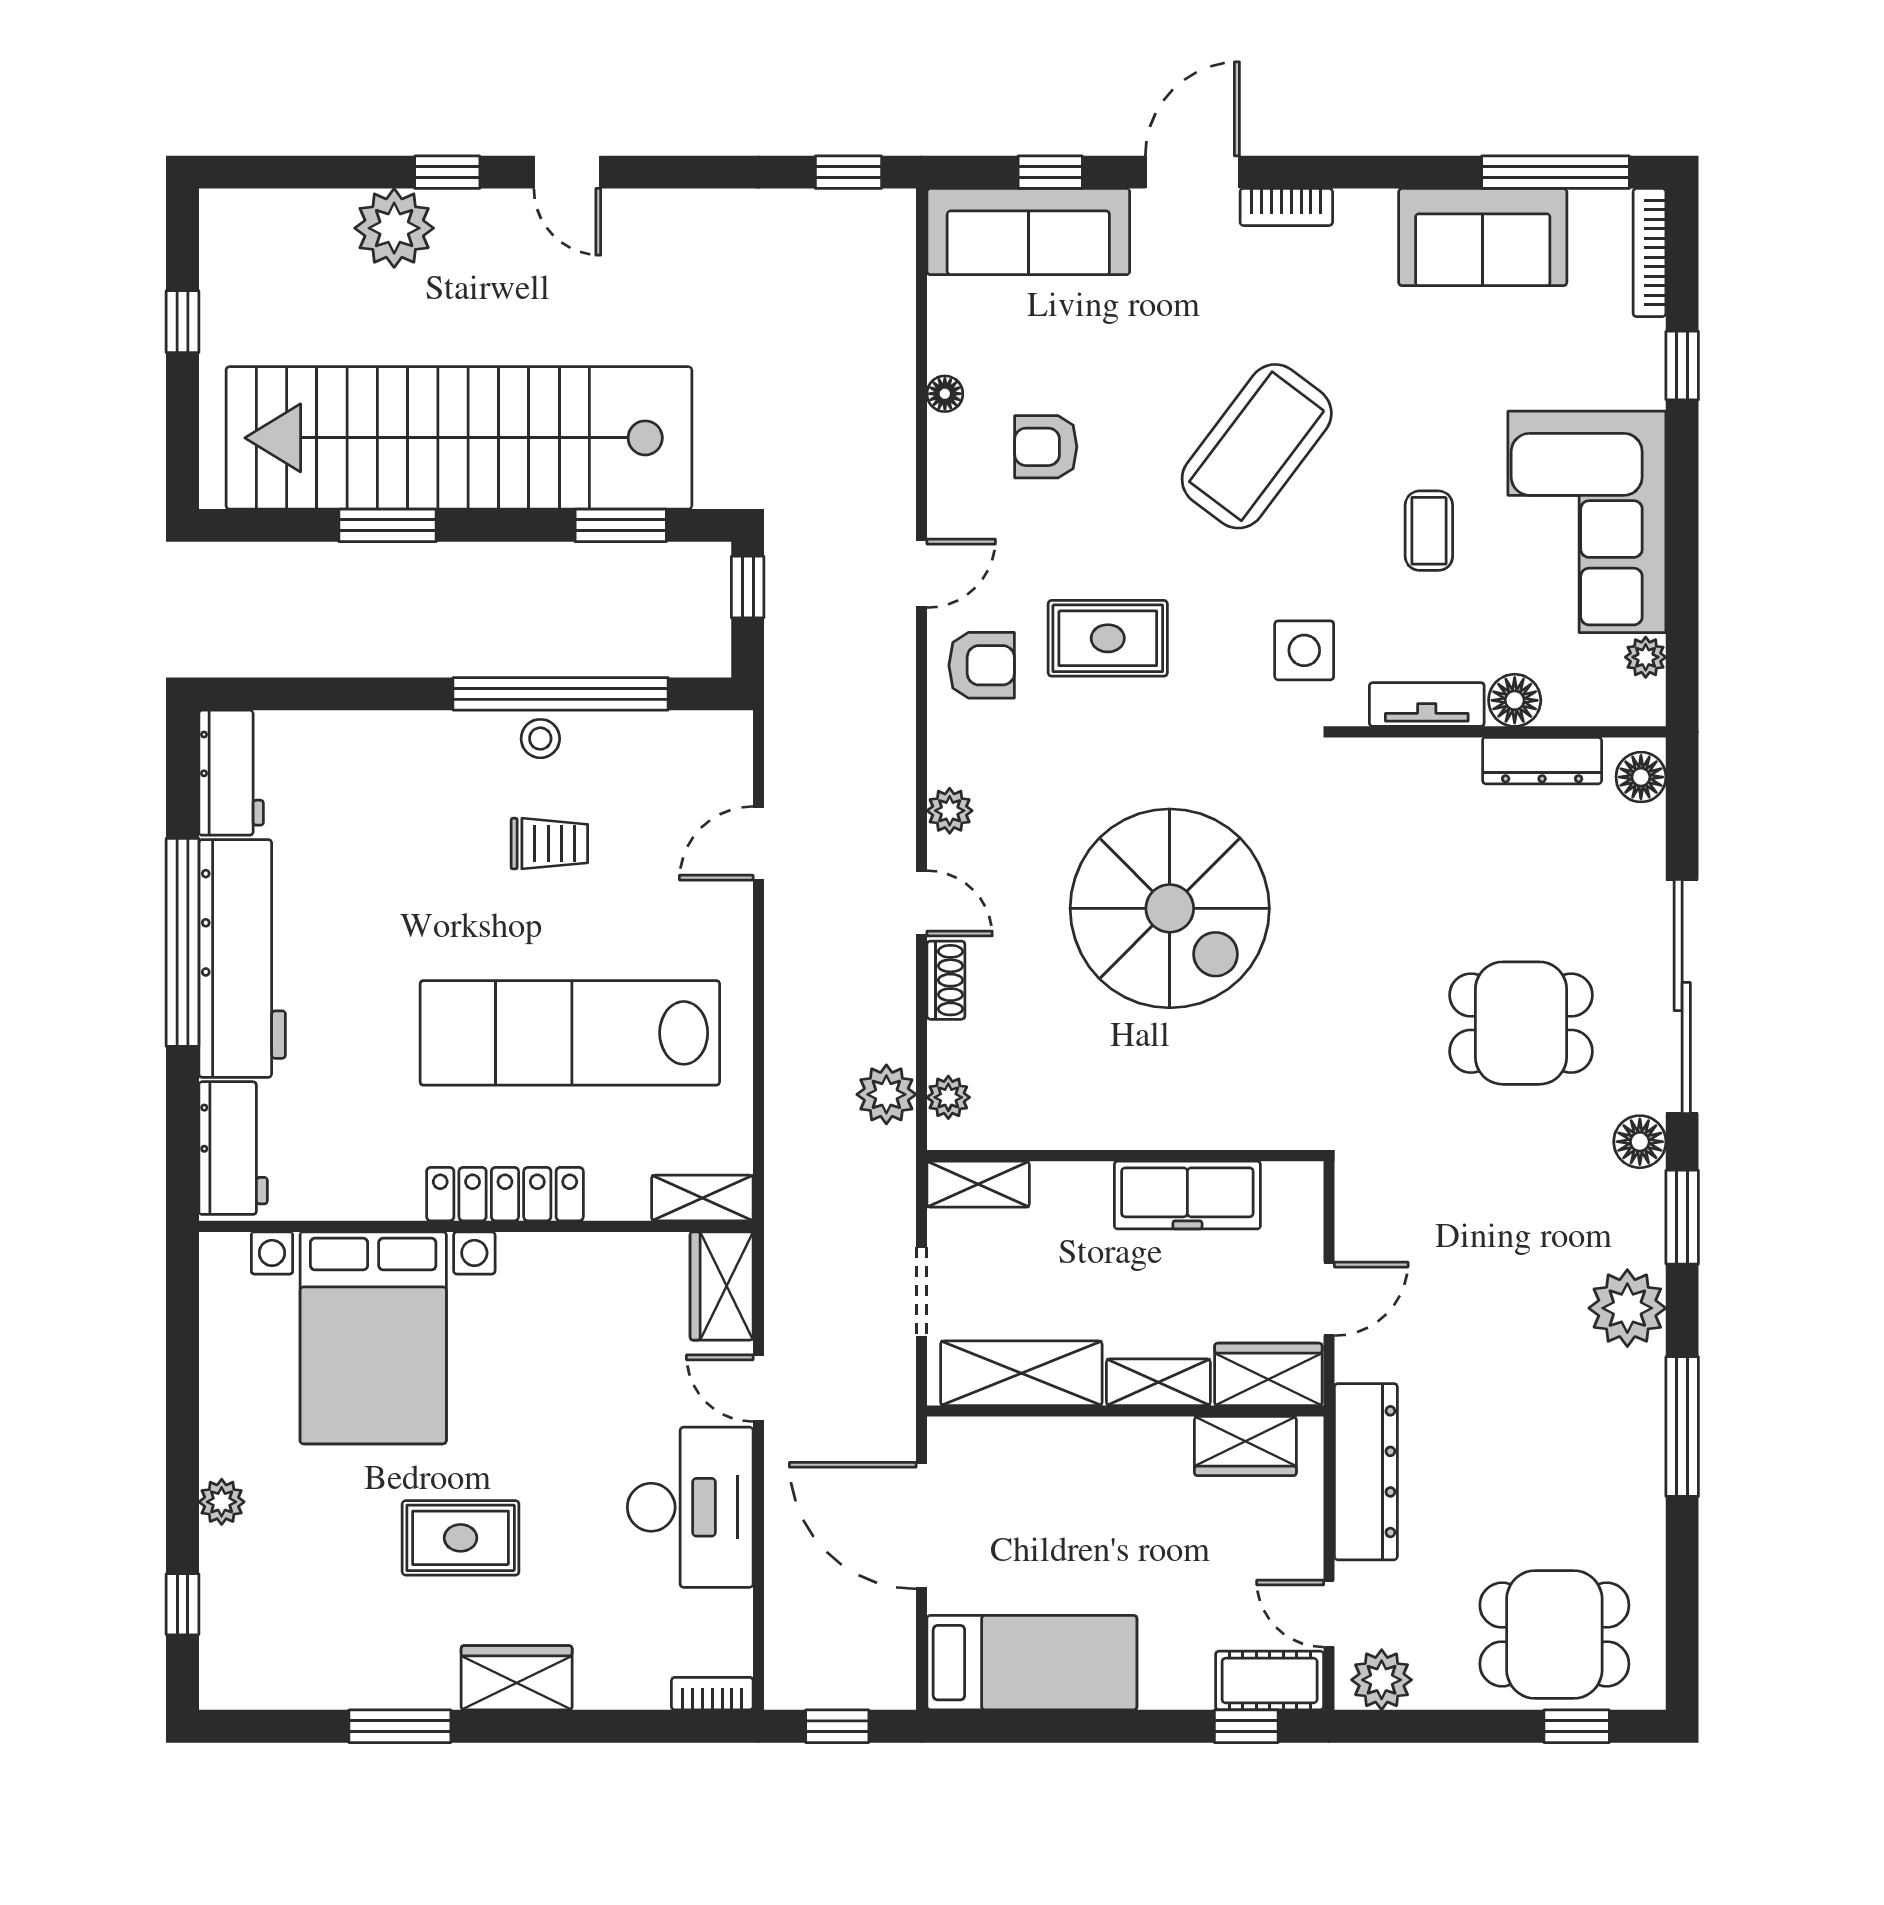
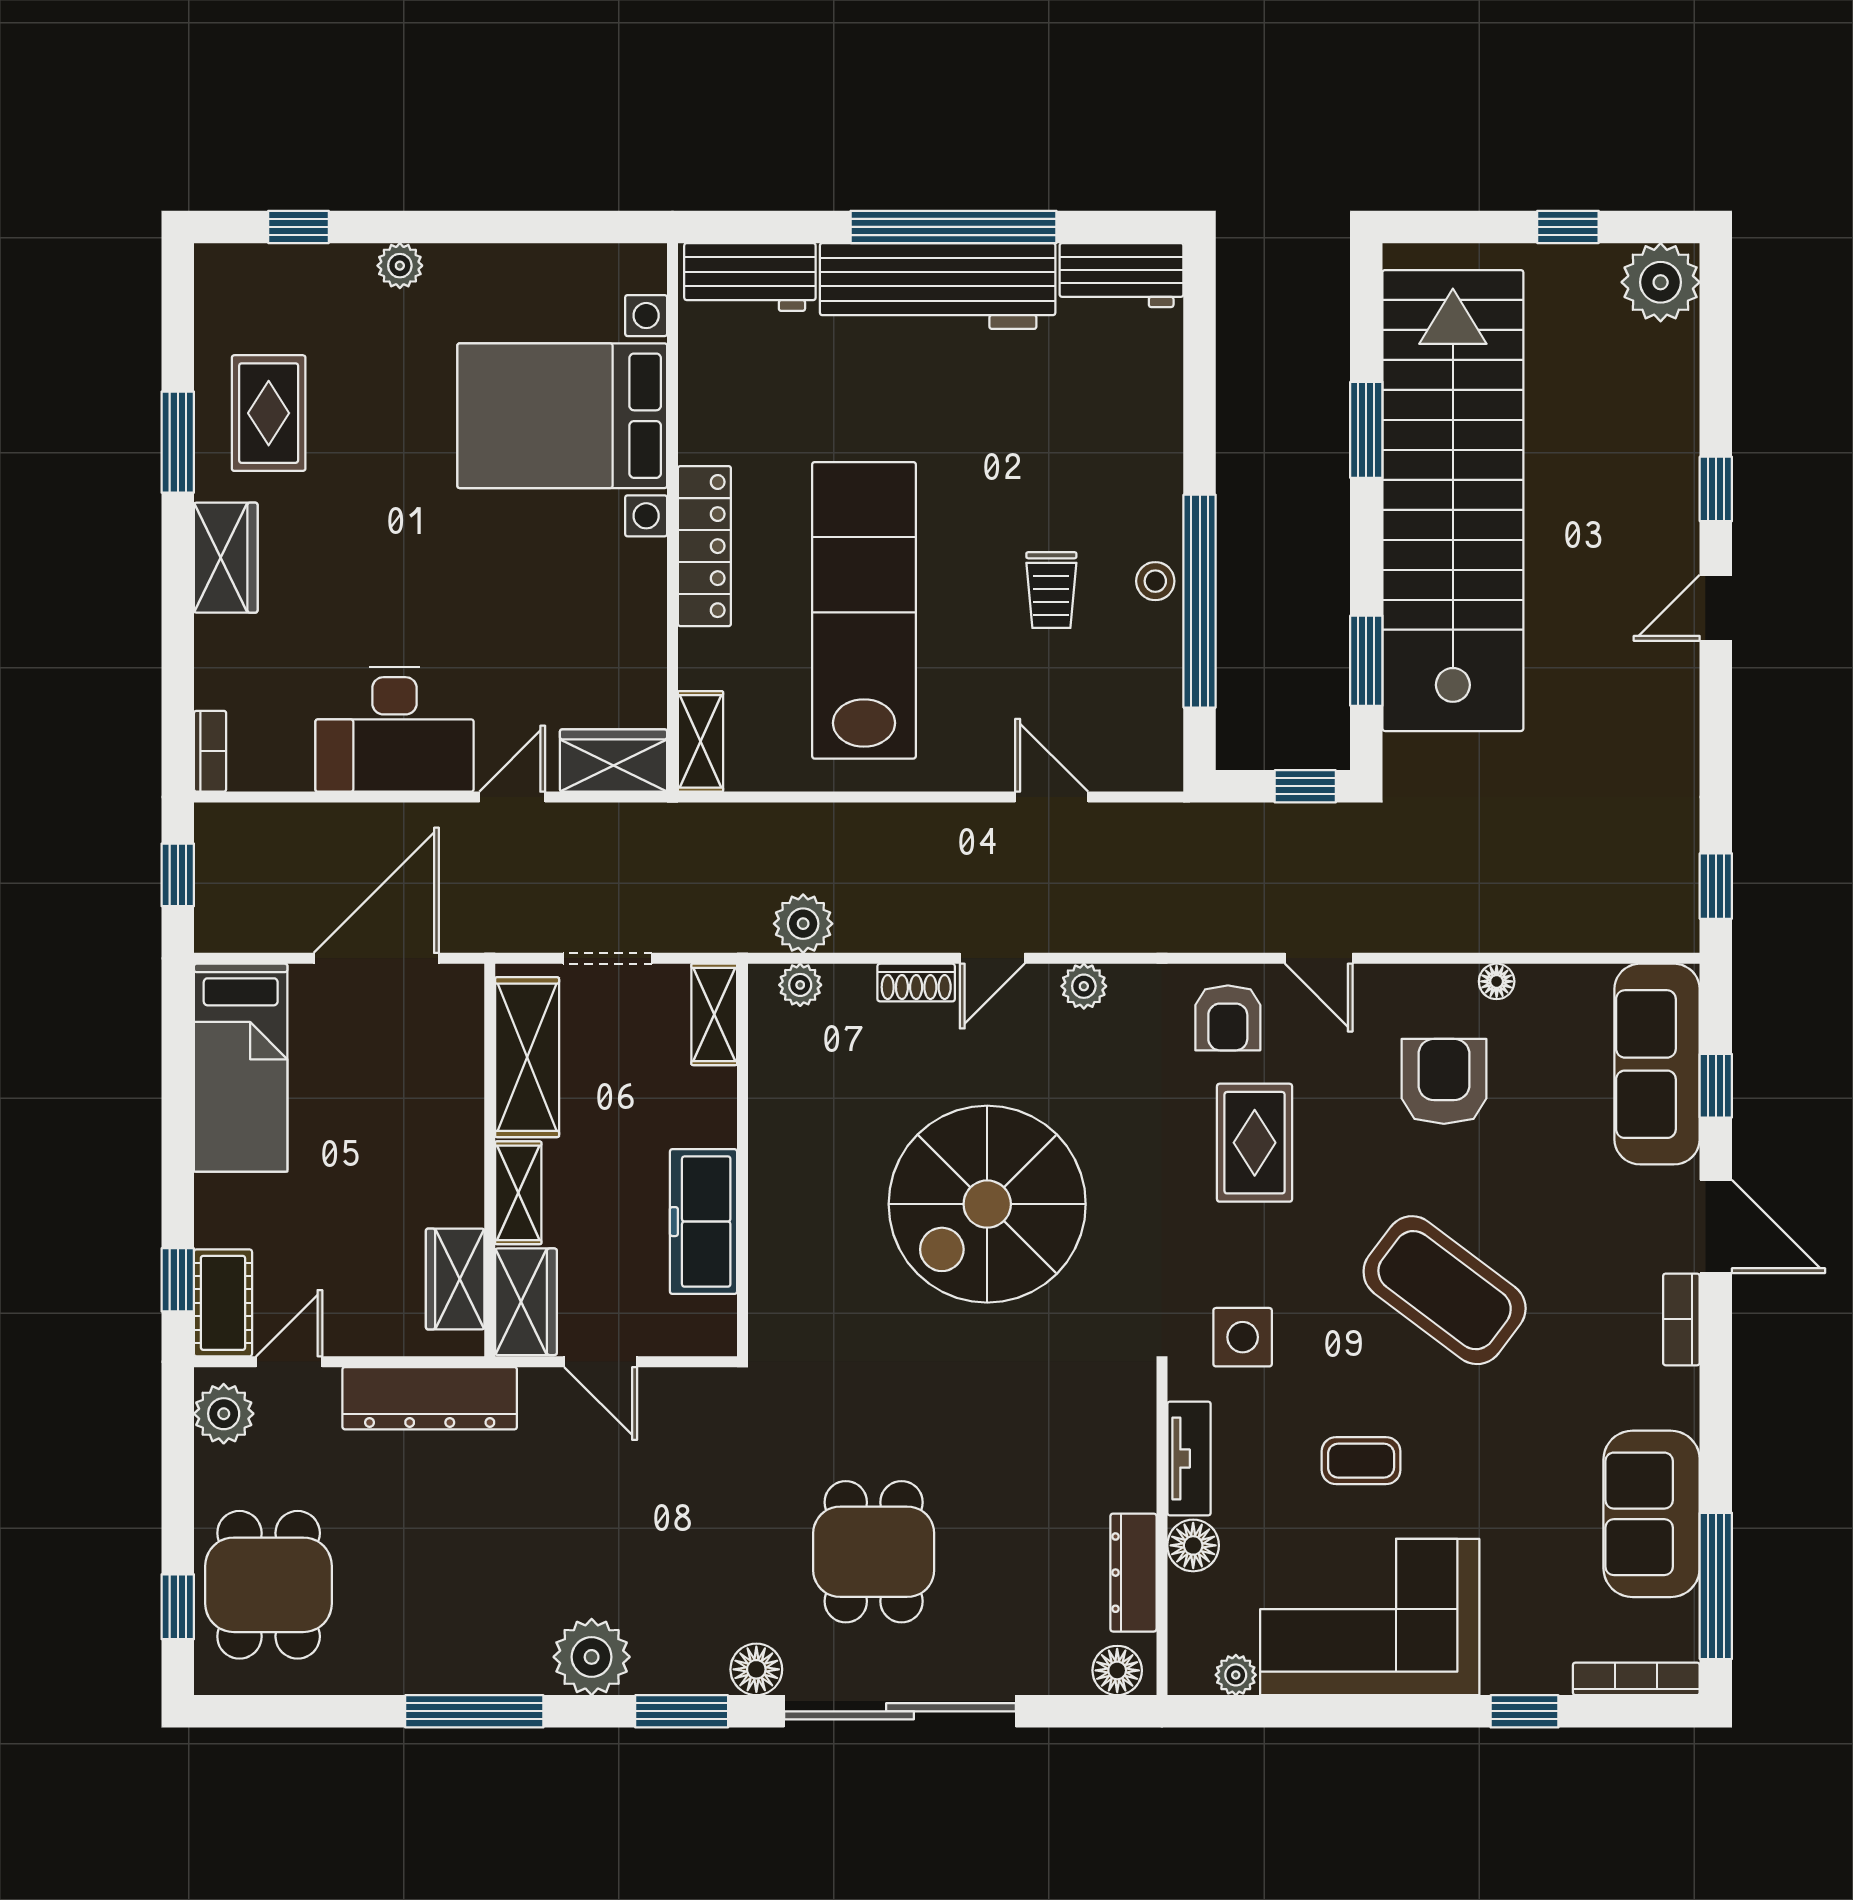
plant: (394, 228) -> (1661, 282), moved
armchair: (1046, 447) -> (1444, 1081), width x1.38, depth x1.38
rug: (461, 1538) -> (269, 413), moved

